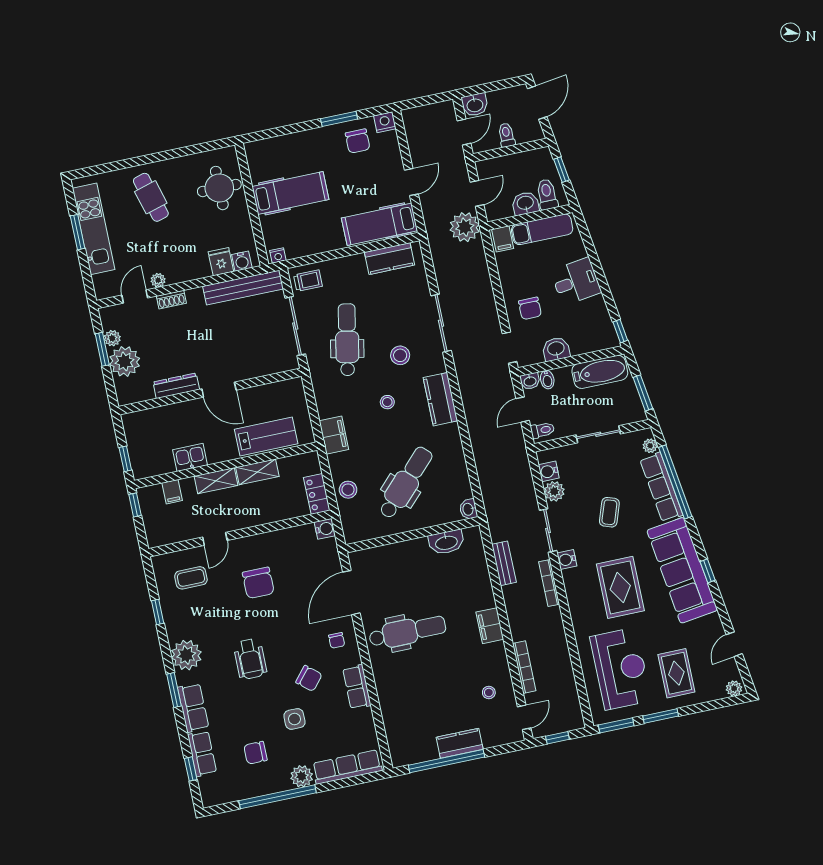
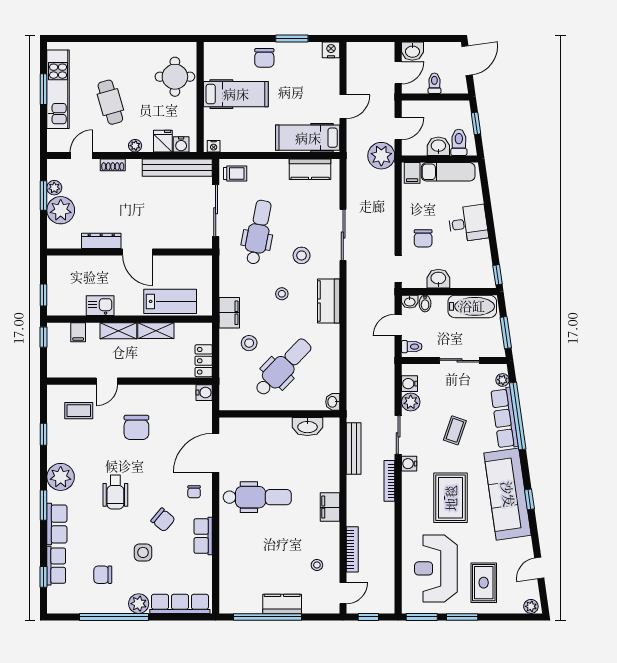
chair: (358, 141) -> (264, 58), moved
cafe table: (151, 197) -> (110, 102), moved
plant: (158, 280) -> (135, 146), moved
stool: (348, 490) -> (249, 343), moved
bench: (504, 563) -> (354, 449), width x1.36
reception desk: (621, 669) -> (436, 568), turned 180

